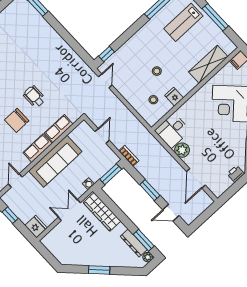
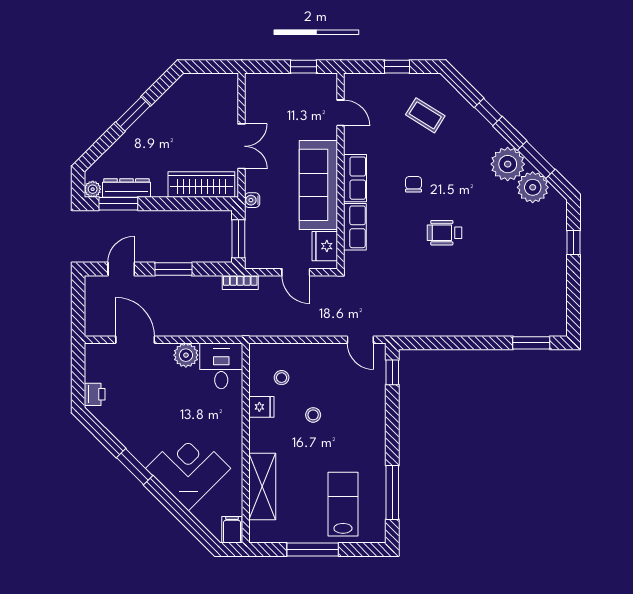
wheelchair: (34, 97) -> (445, 233), moved, turned 180
chair: (17, 120) -> (413, 184), width x0.54, depth x0.54
fridge: (36, 227) -> (325, 246), moved, turned 90

